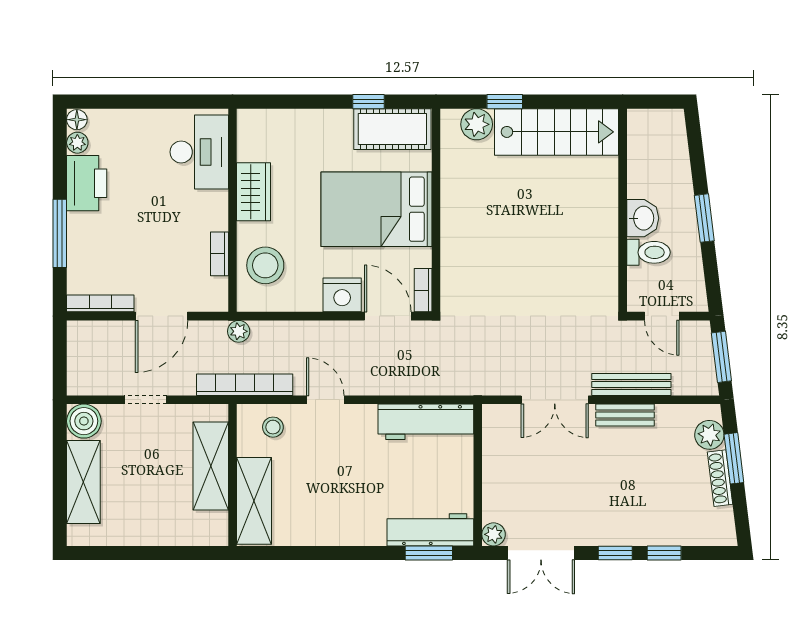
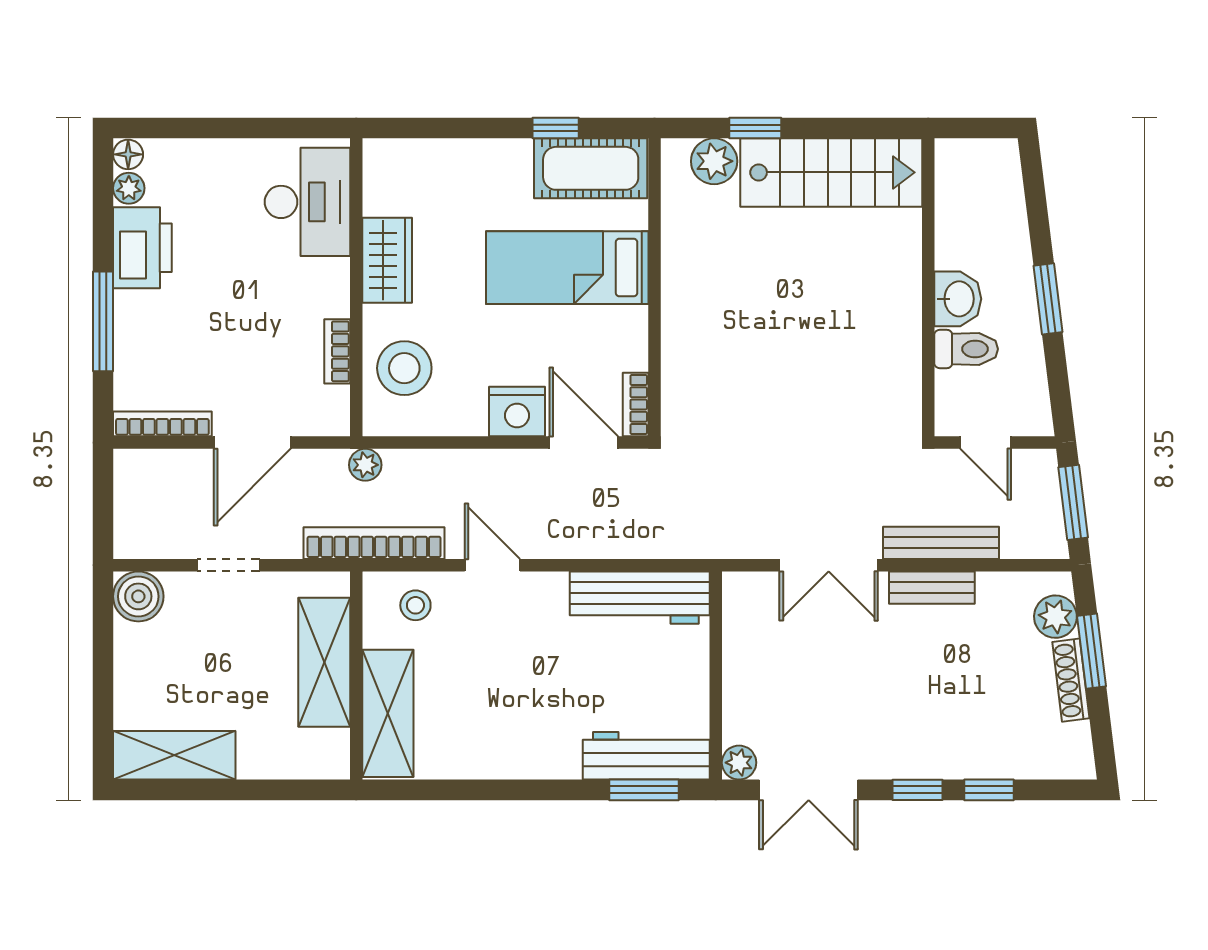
bed: (376, 209) -> (567, 268), width x0.67
shelving: (83, 482) -> (174, 755), moved, turned 90

